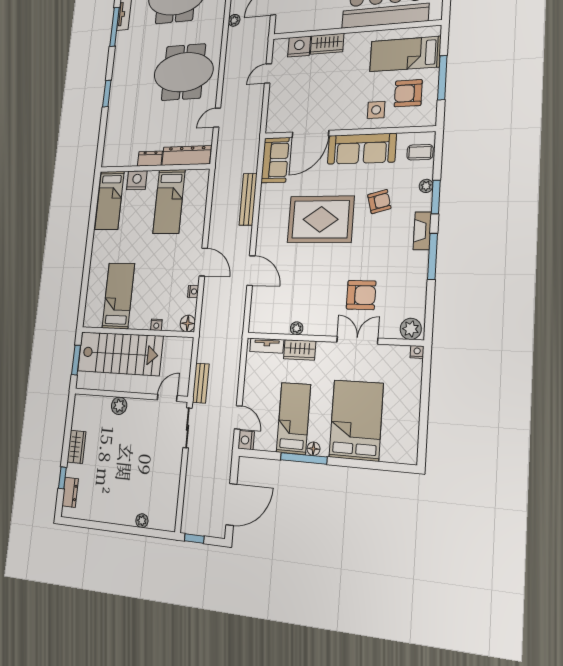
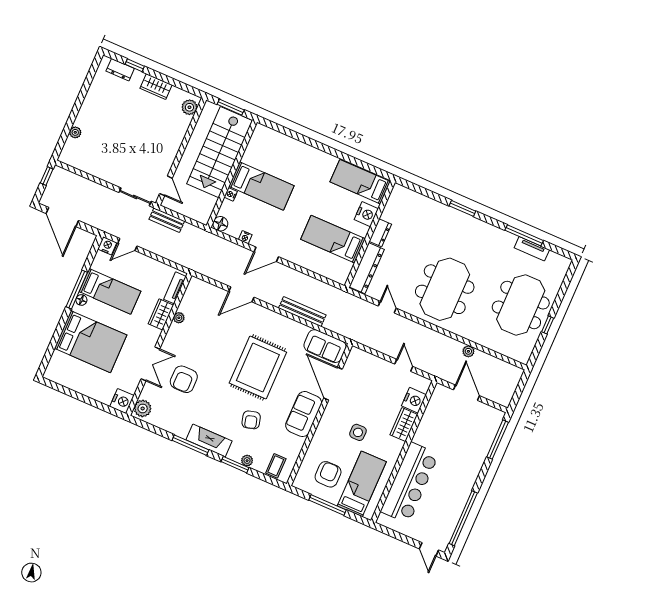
side table: (376, 110) -> (358, 432), moved
sofa: (362, 149) -> (304, 414), width x0.73
fireplace: (422, 231) -> (209, 440), width x1.37, depth x1.32
bed: (118, 296) -> (261, 186), moved
nightstand: (417, 352) -> (122, 401), width x1.89, depth x1.79
plant: (119, 406) -> (189, 107), moved

